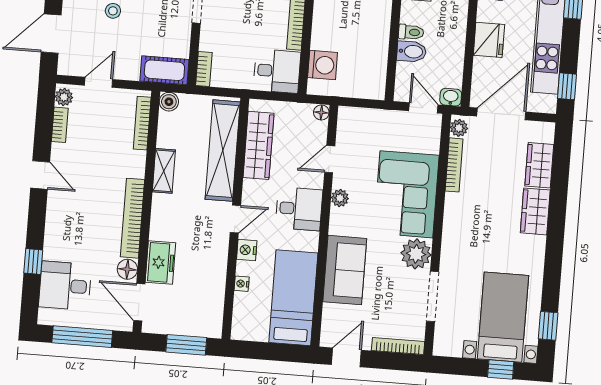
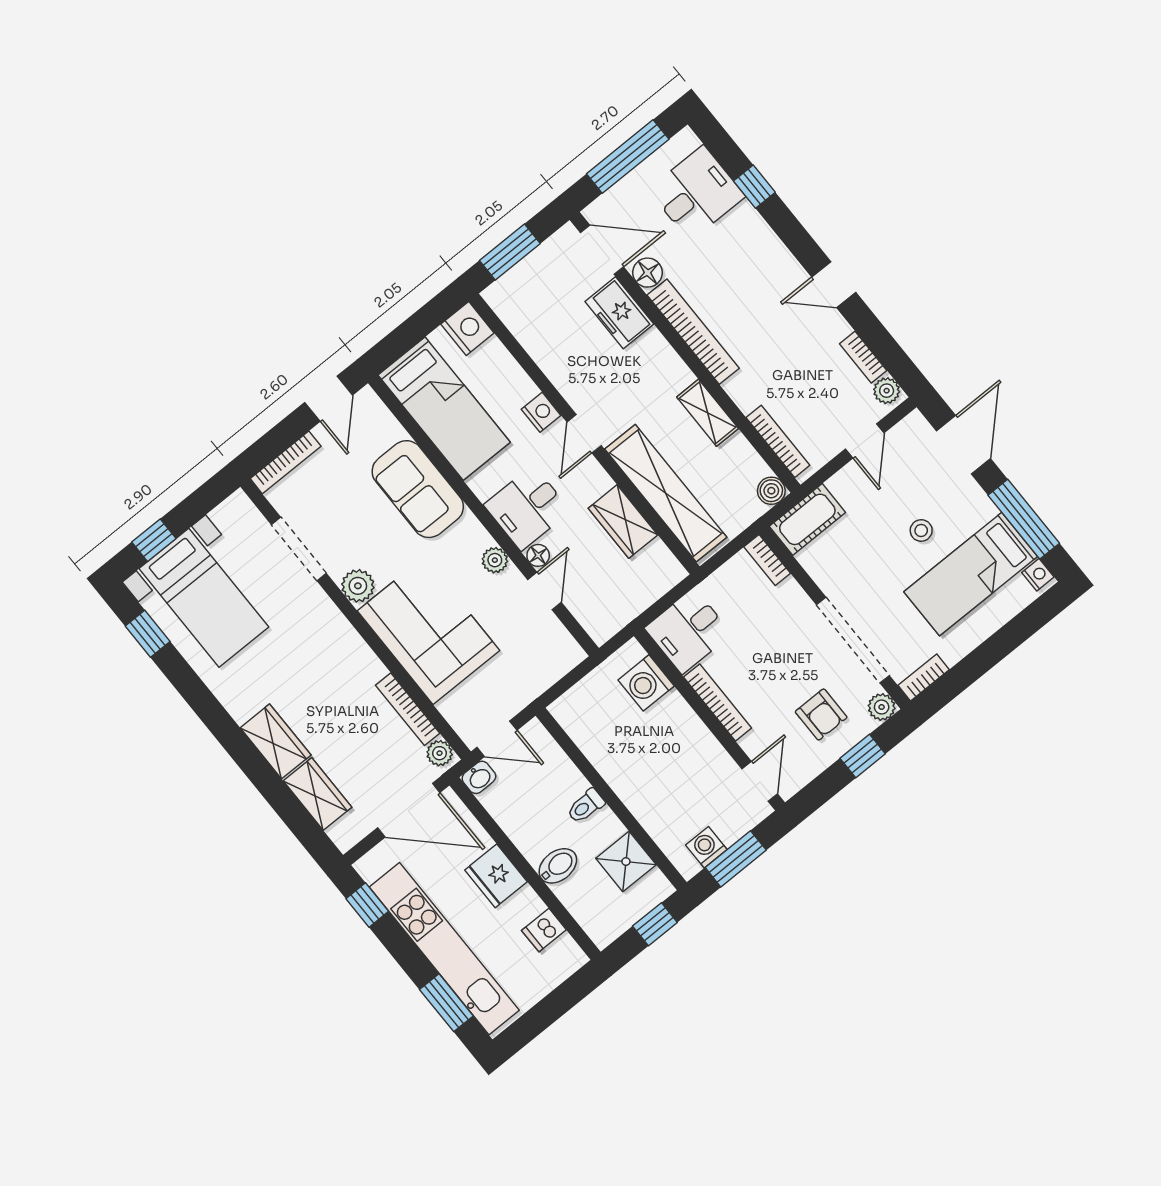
bidet: (412, 52) -> (558, 866), moved, turned 180
floor lamp: (321, 112) -> (538, 555), moved
door: (501, 114) -> (409, 810), hinge flipped
wardrobe: (258, 145) -> (623, 522), width x0.67
plant: (416, 254) -> (358, 586), width x0.73, depth x0.73
nightstand: (242, 284) -> (467, 328), moved, width x1.89, depth x1.79

